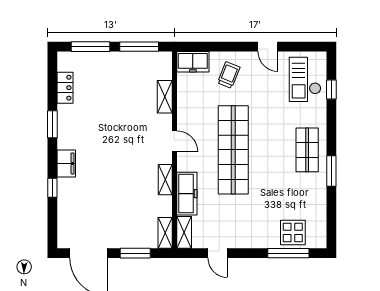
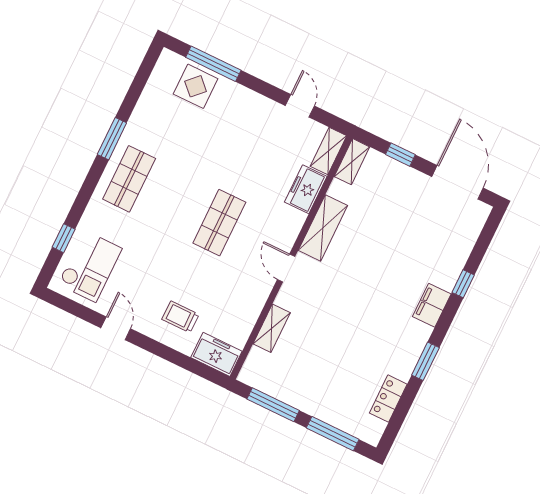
trolley: (229, 75) -> (180, 317), turned 68
shop shelf: (233, 150) -> (219, 223), width x0.50, depth x0.74
shelving: (165, 180) -> (323, 228), width x1.50, depth x1.33
freezer: (187, 194) -> (306, 189), width x0.71
window: (135, 253) -> (400, 155), width x0.67

